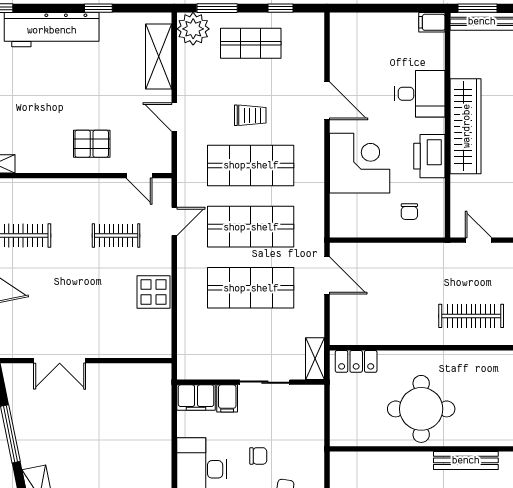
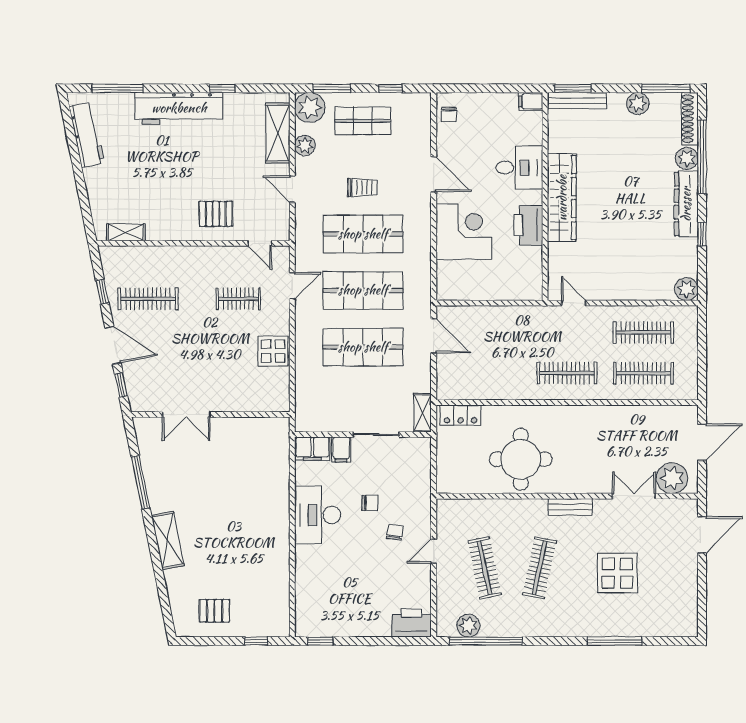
plant: (188, 70) -> (305, 145), added
chair: (409, 212) -> (449, 114), moved
bench: (466, 460) -> (570, 507), width x0.73

